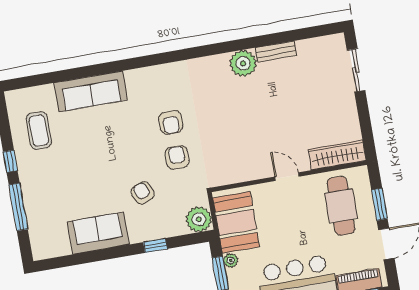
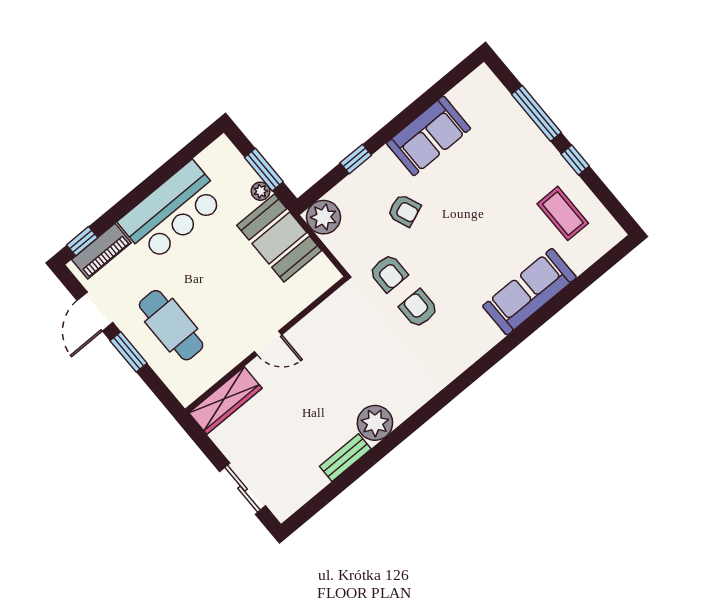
wardrobe: (337, 155) -> (225, 401), moved
wall: (289, 176) -> (266, 345), moved
door: (287, 177) -> (268, 343), moved

